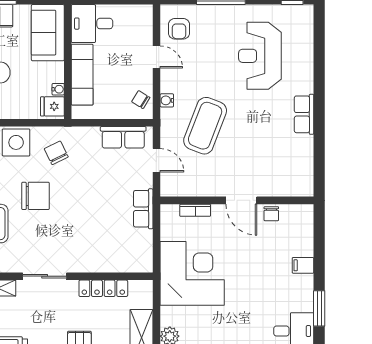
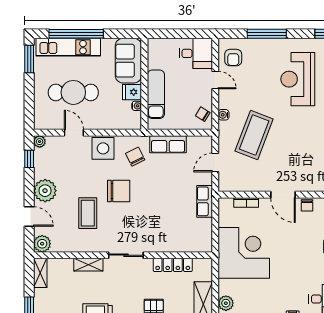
desk: (92, 24) -> (196, 53), moved, turned 180
fridge: (52, 106) -> (132, 92), moved
row of seats: (123, 137) -> (168, 144), moved
door: (156, 160) -> (215, 163), swing flipped

